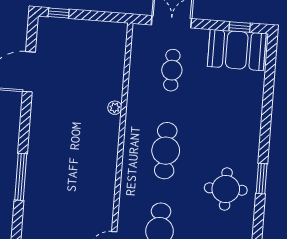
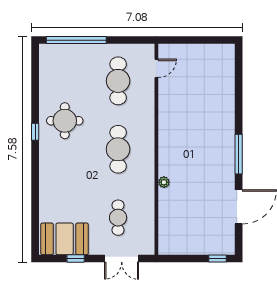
window: (240, 27) -> (76, 258), moved
window: (21, 177) -> (239, 154), moved
window: (262, 179) -> (35, 132), width x0.67

